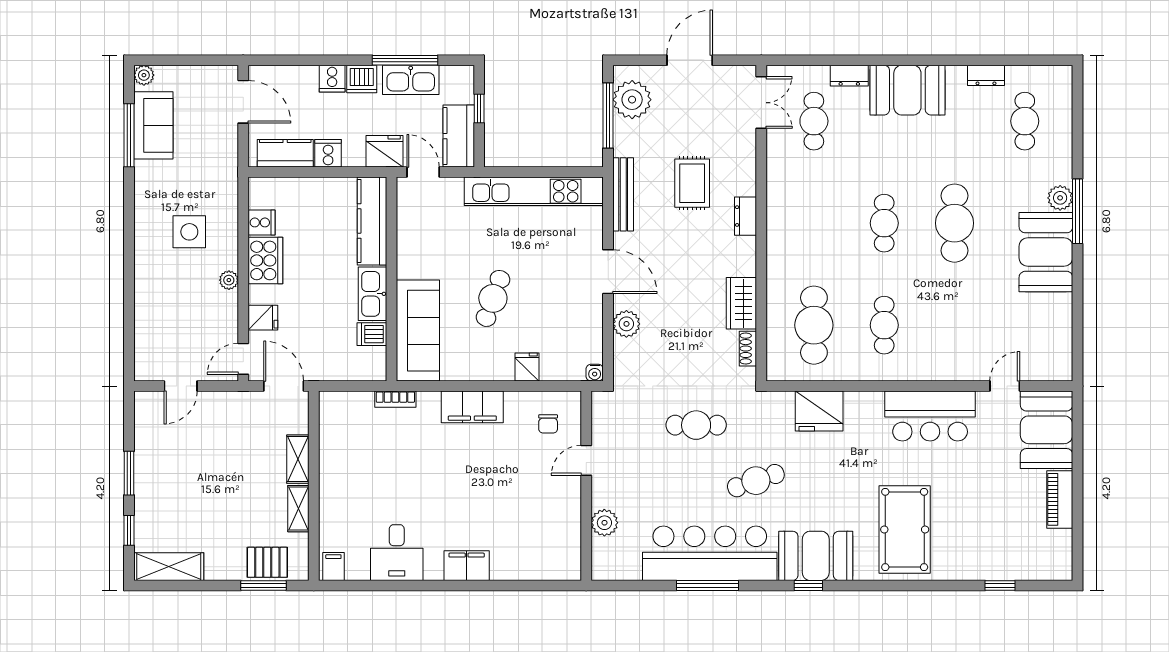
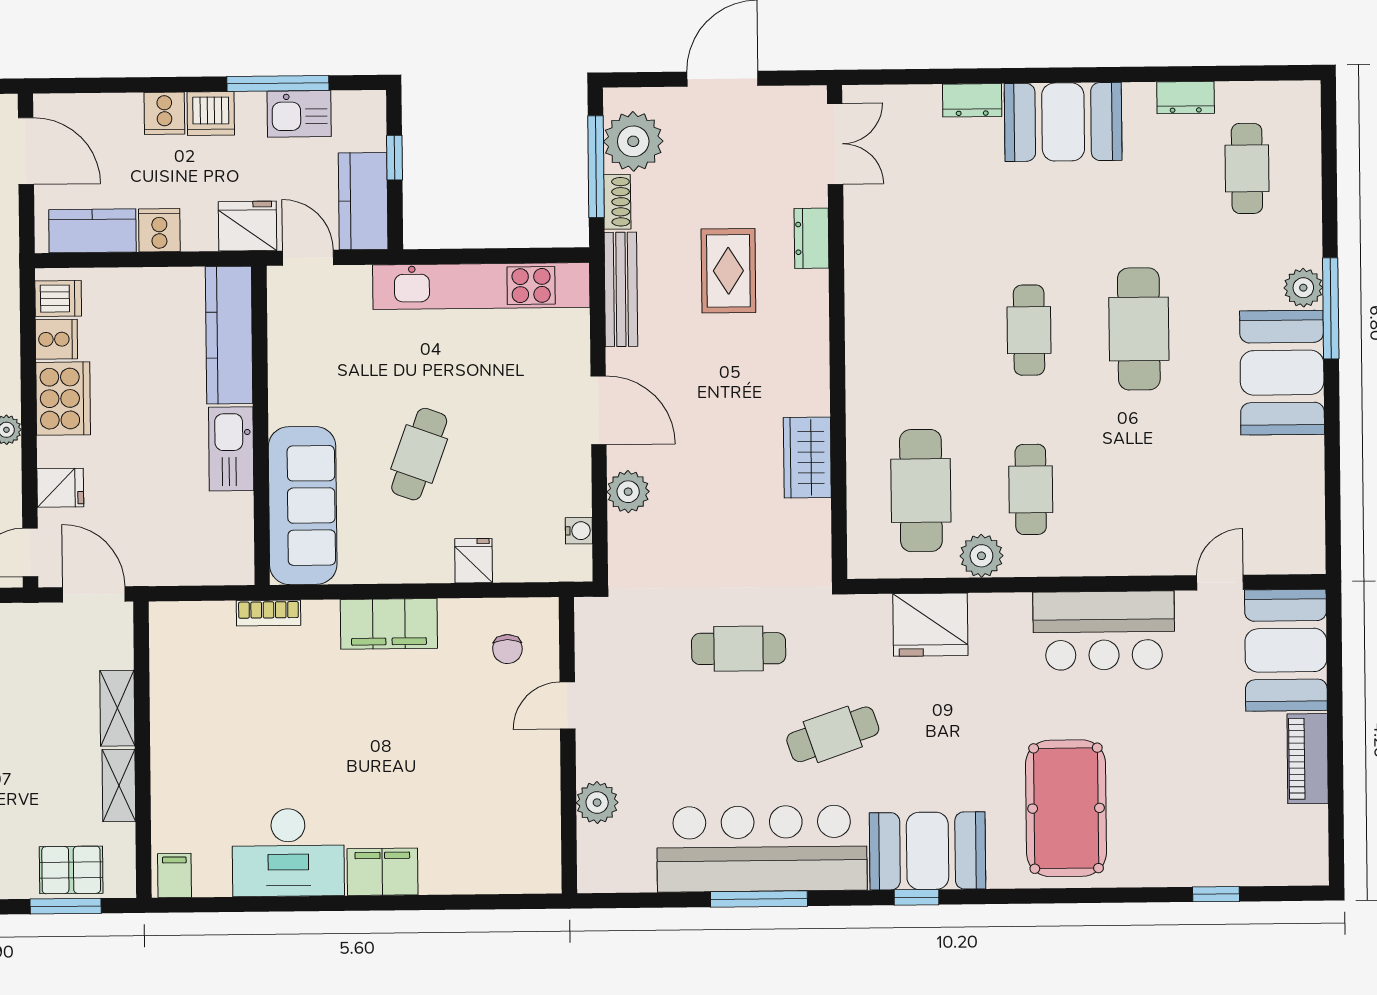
kitchen sink: (411, 80) -> (299, 114), width x0.73
cafe table: (814, 121) -> (918, 172), removed
dresser: (746, 216) -> (811, 238), moved
dishwasher: (372, 334) -> (58, 298), moved, turned 180
shoe rack: (748, 349) -> (617, 202), moved, turned 180
plant: (852, 367) -> (981, 556), added
water cooler: (595, 373) -> (579, 531), moved, turned -90
desk: (397, 553) -> (288, 852), width x1.37

